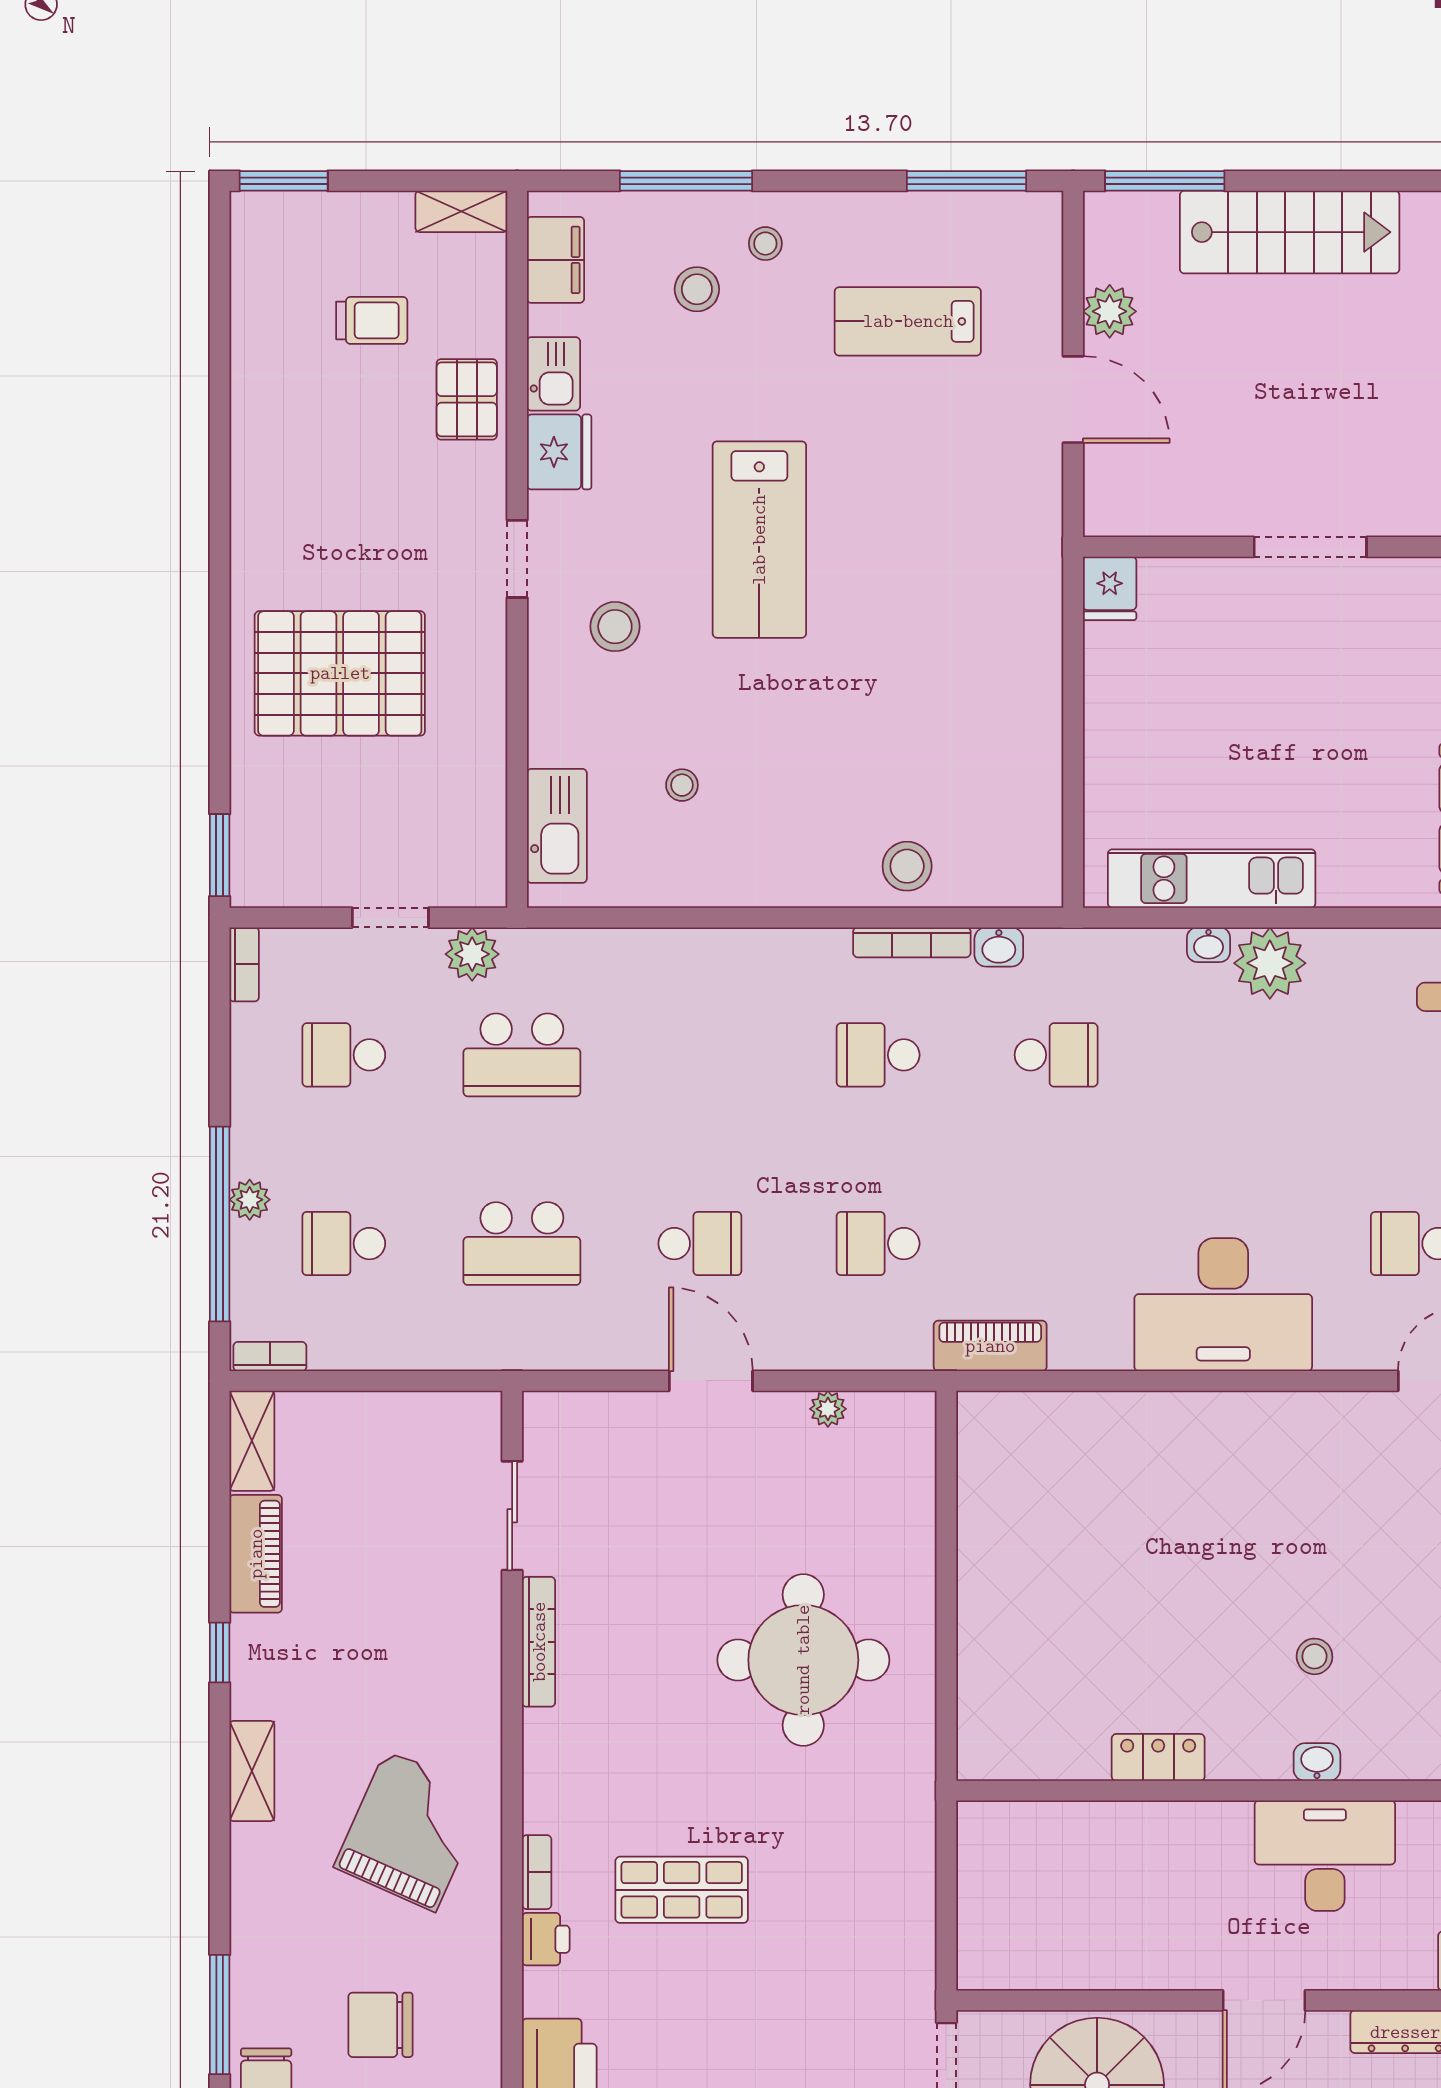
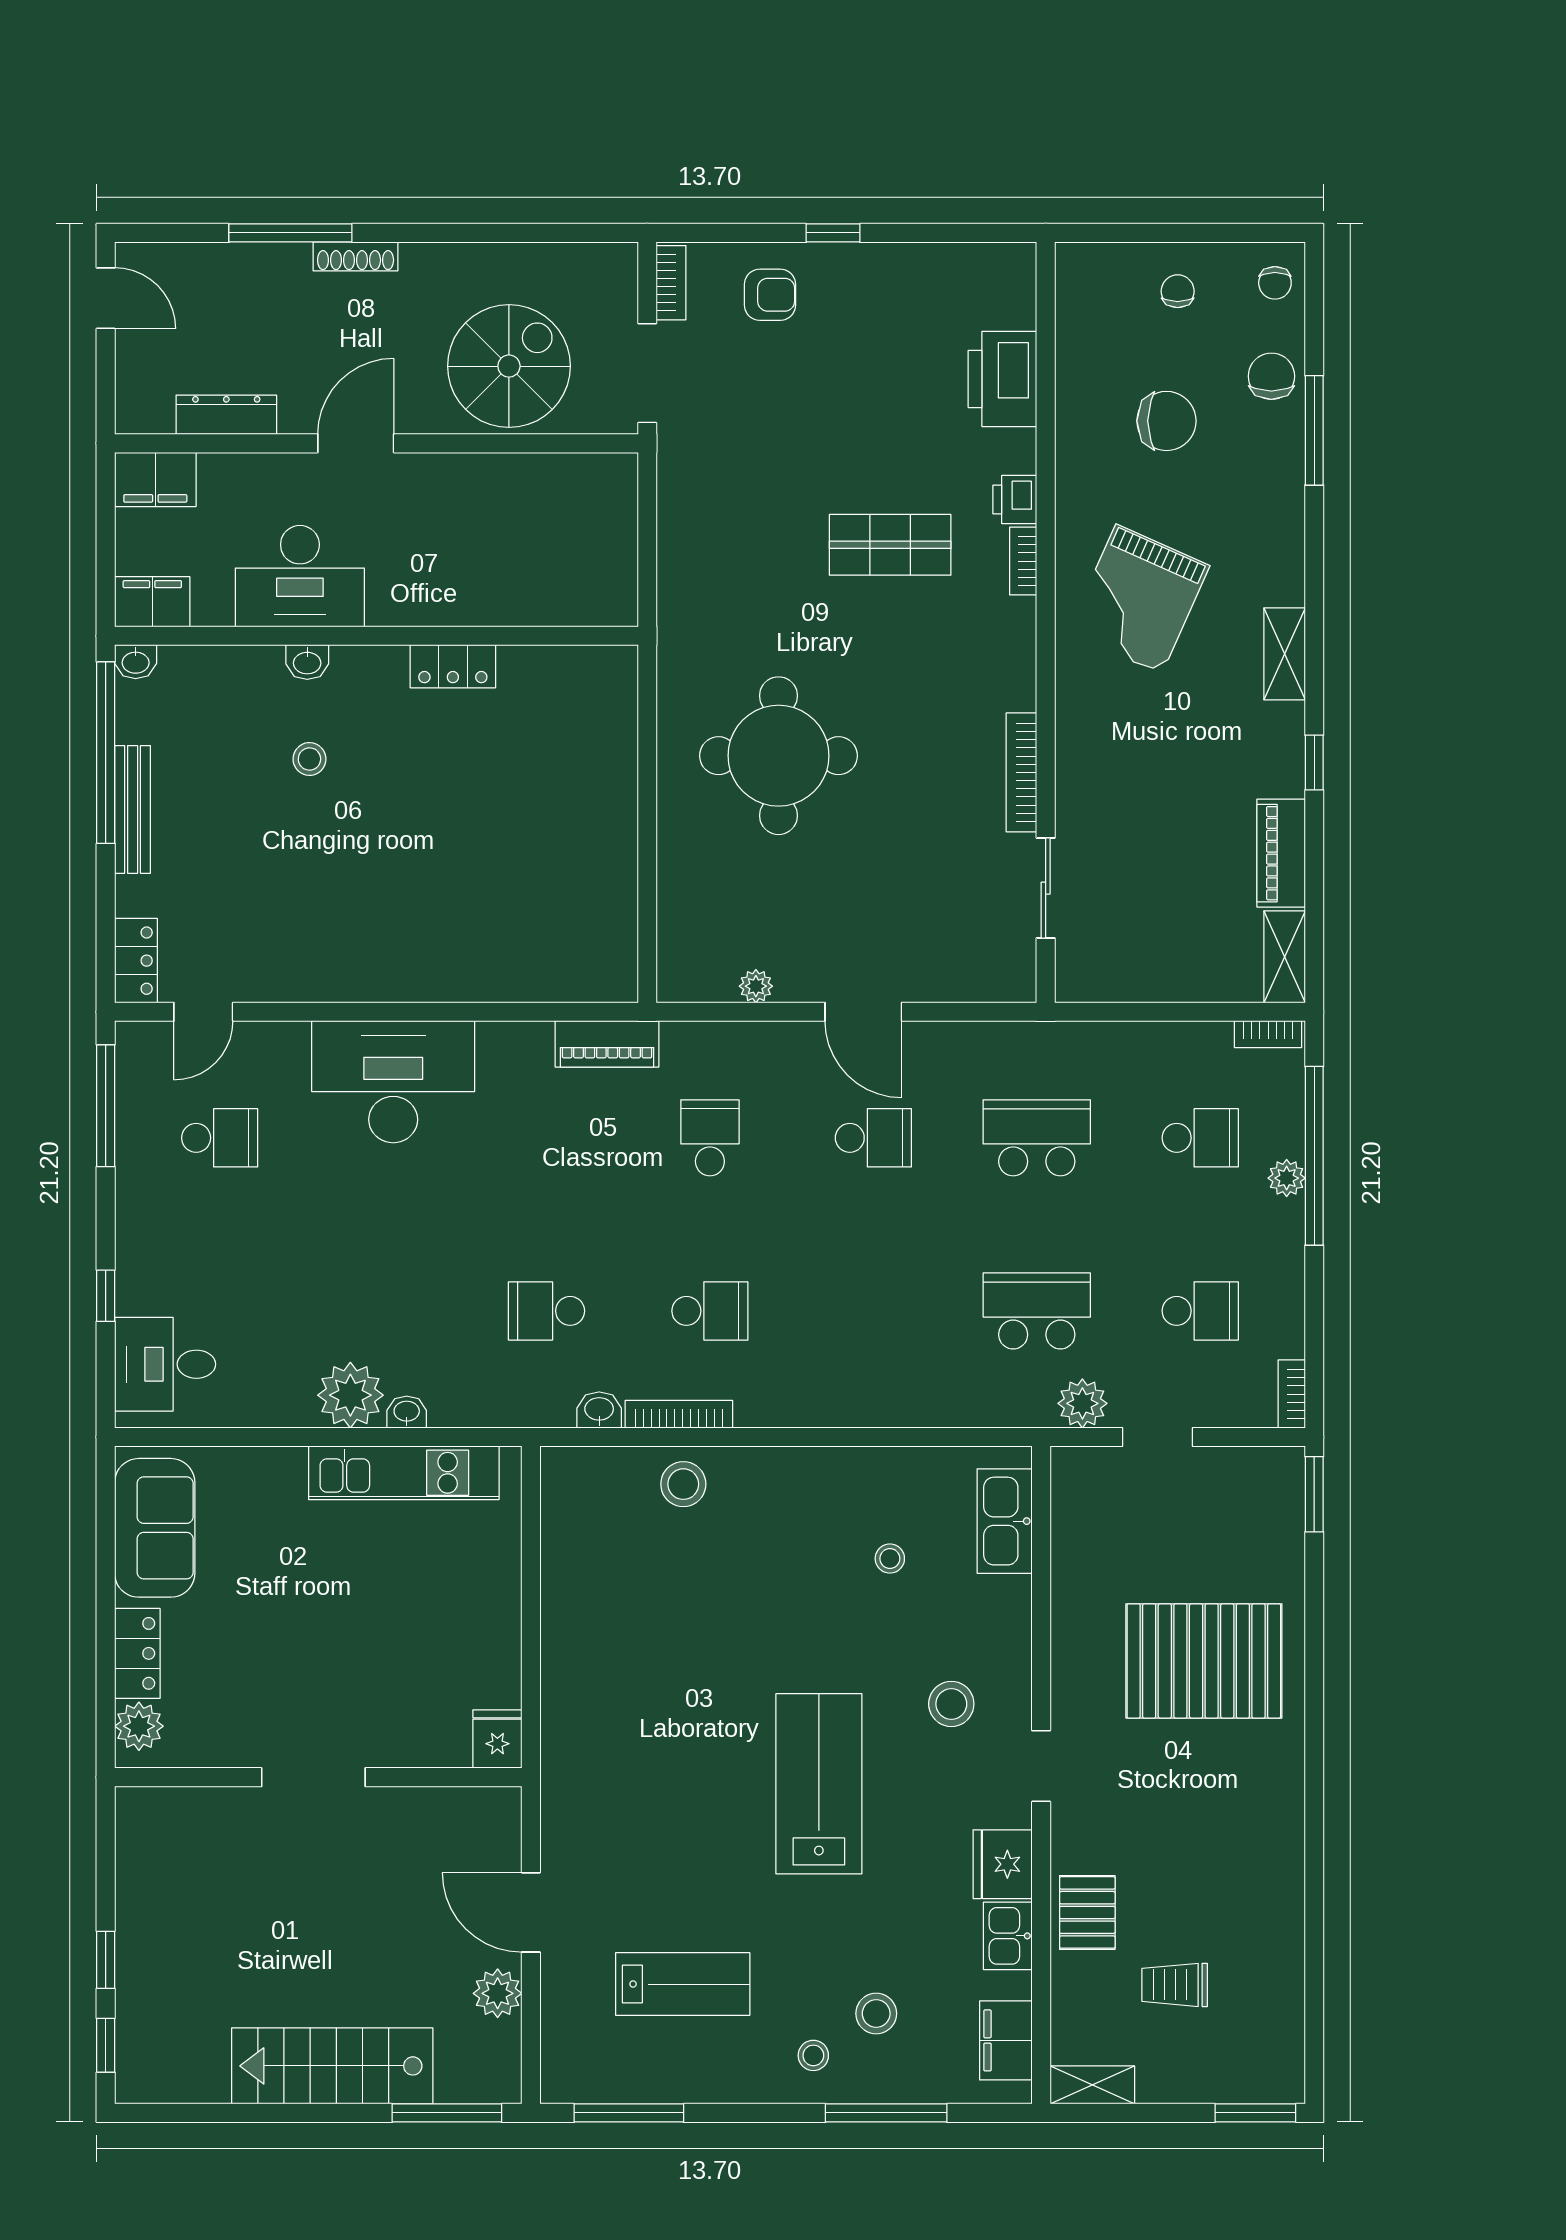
school desk: (700, 1244) -> (873, 1138), turned 180
school desk: (878, 1244) -> (710, 1138), turned -90

